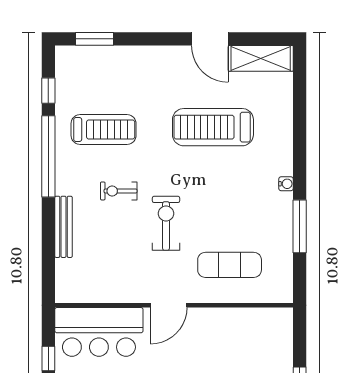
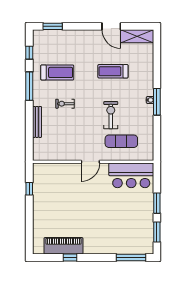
treadmill: (213, 127) -> (113, 71), width x0.73, depth x0.73
window: (48, 156) -> (29, 86), width x0.68
exercise bike: (166, 223) -> (111, 115), moved
window: (300, 226) -> (157, 102), moved
bar counter: (99, 332) -> (131, 175), moved

